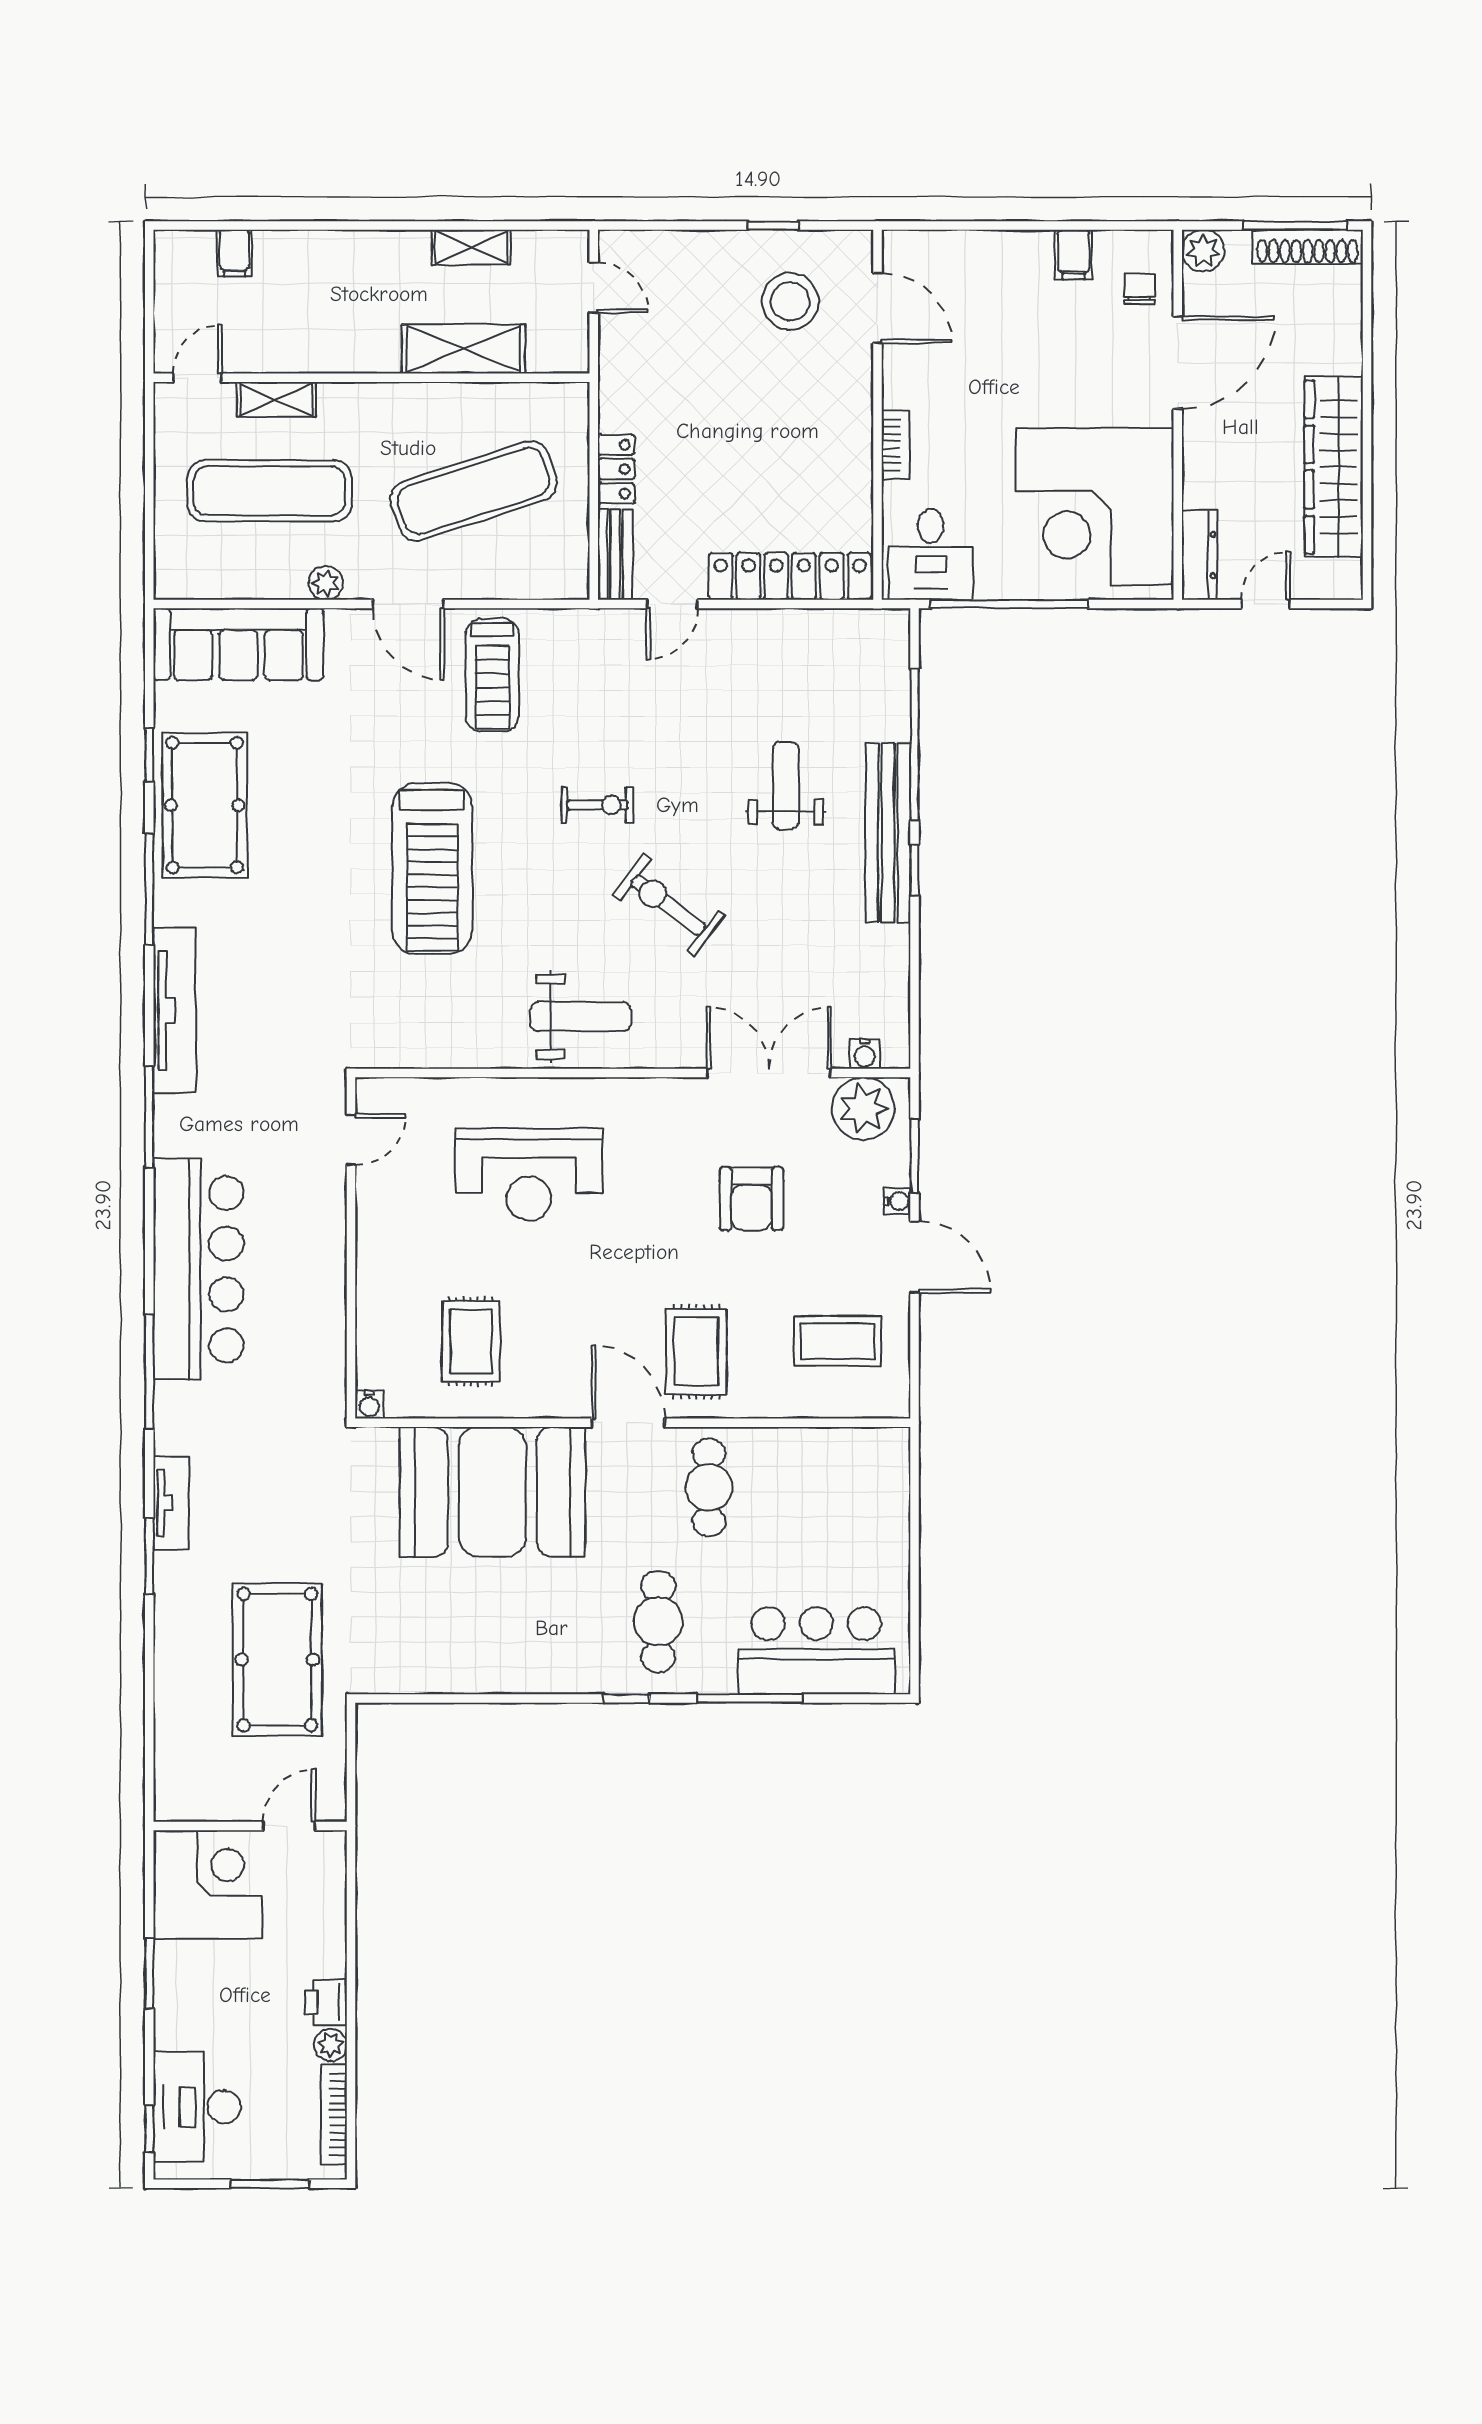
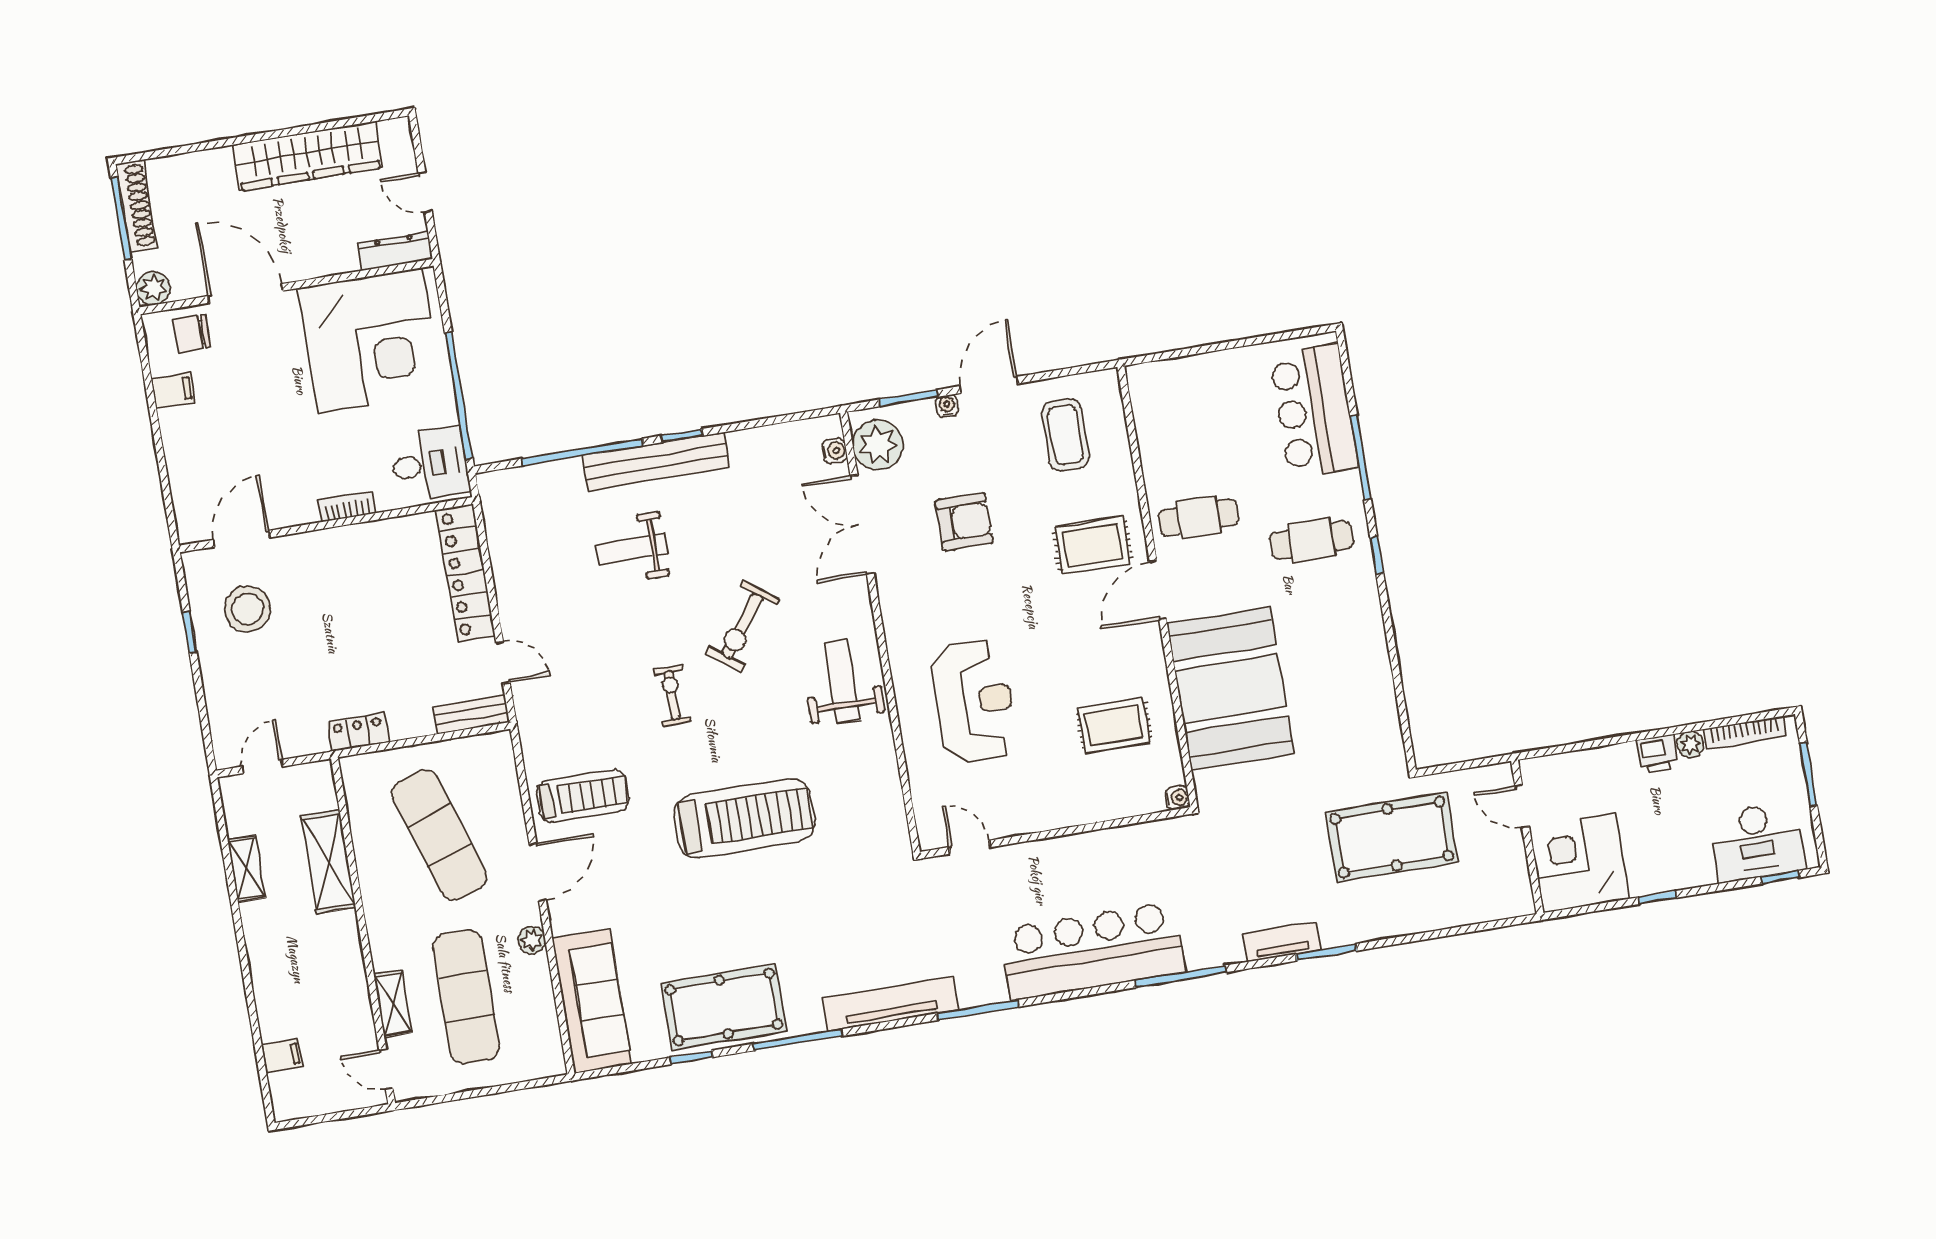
chair: (1139, 289) -> (192, 334), width x1.37, depth x1.37
locker: (616, 469) -> (358, 732), moved
window: (149, 1973) -> (1657, 897), width x0.67

